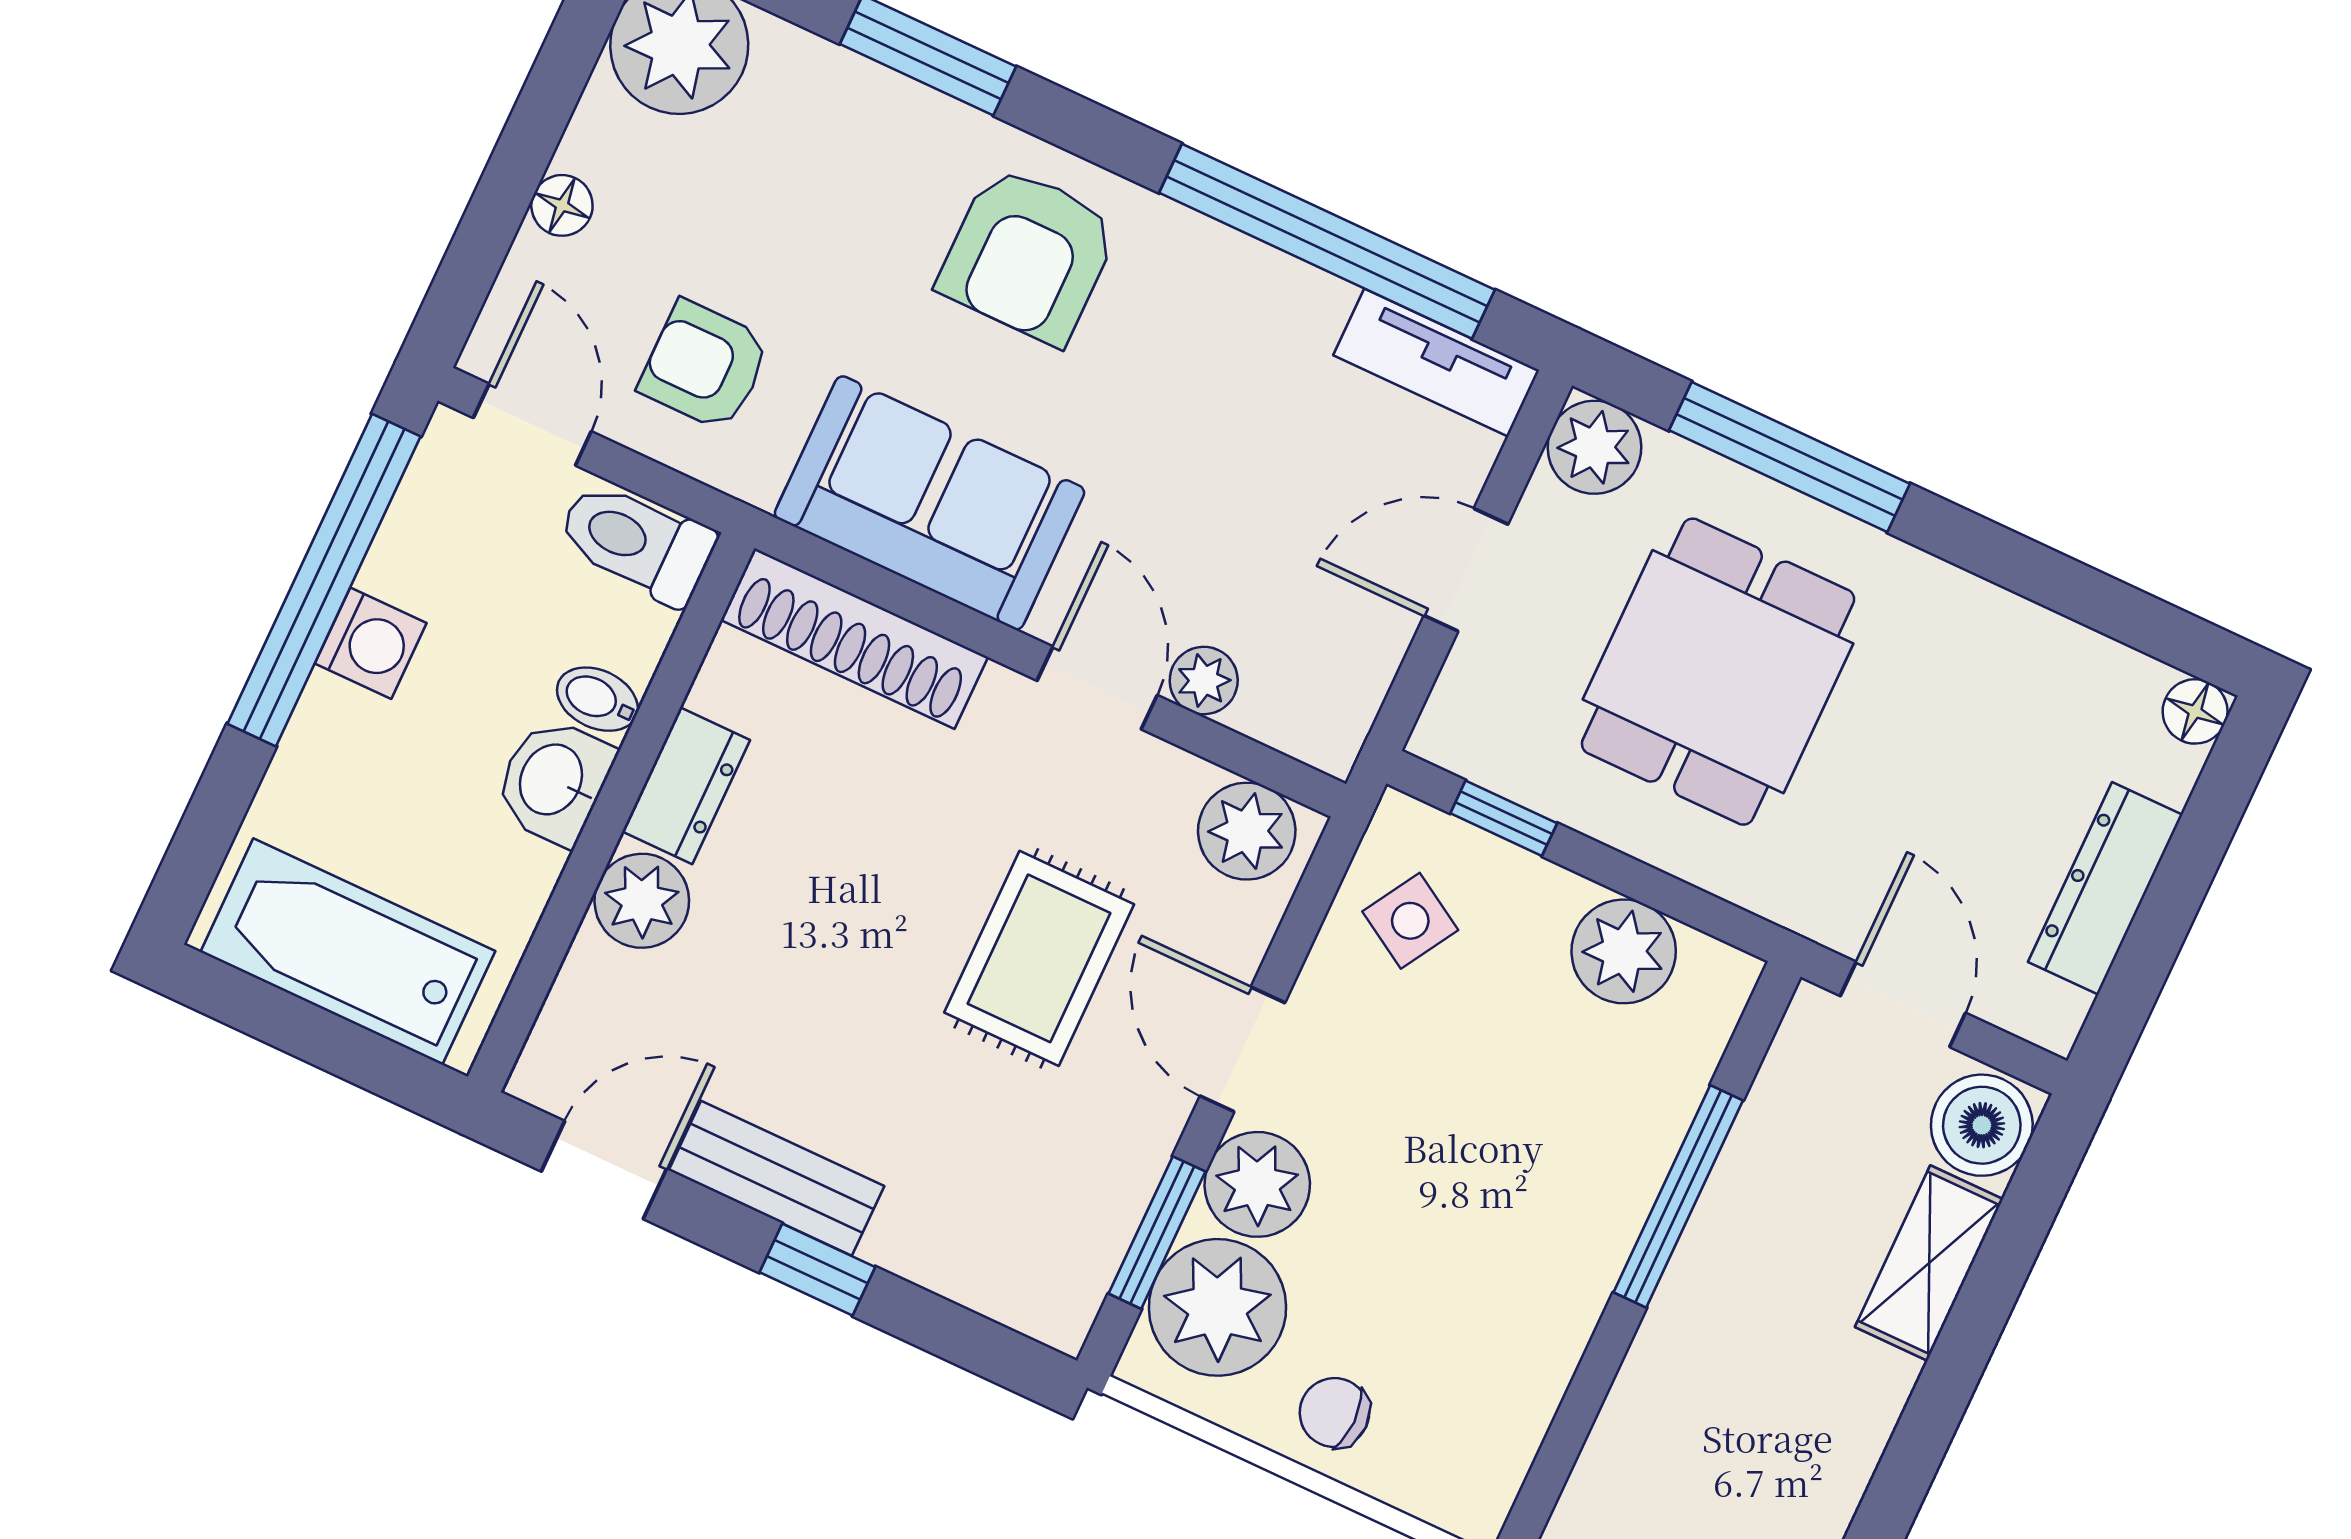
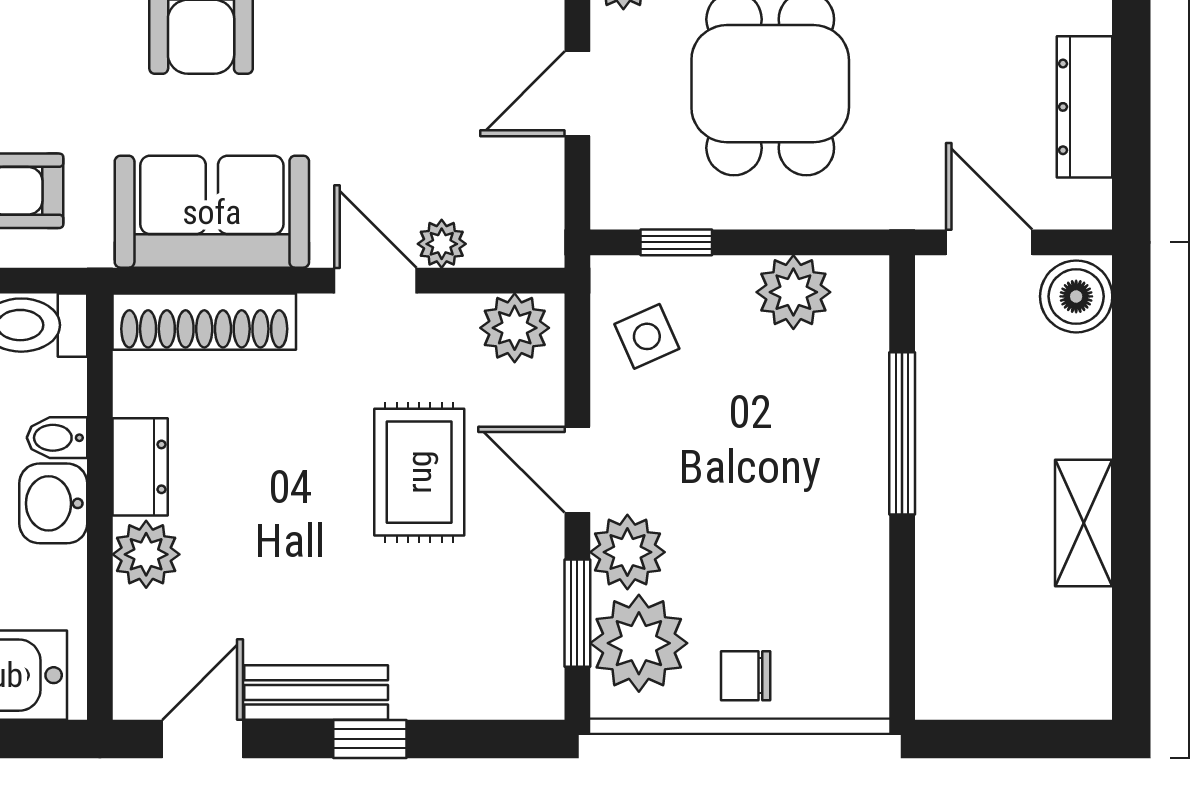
side table: (1410, 921) -> (647, 336), turned 35
shelving: (1929, 1263) -> (1084, 523), moved

